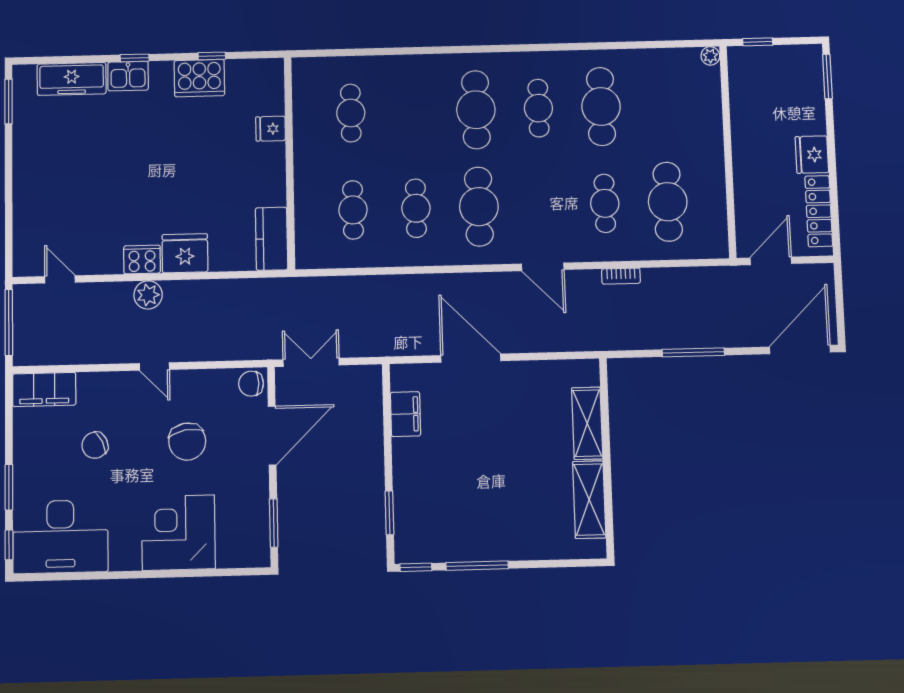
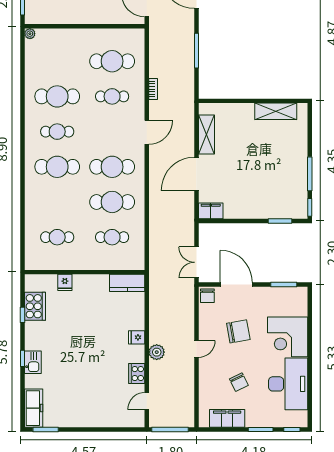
cooker: (199, 78) -> (35, 306), moved
freezer: (72, 79) -> (34, 408), moved
cafe table: (416, 208) -> (112, 202), width x1.37, depth x1.35
fridge: (185, 253) -> (137, 337), width x0.53, depth x0.75
cooker: (142, 259) -> (137, 374), moved
filing cabinet: (44, 389) -> (227, 418), moved, turned -90
filing cabinet: (405, 414) -> (211, 211), moved
shelving: (587, 423) -> (206, 134), moved, turned 90
desk: (60, 537) -> (288, 384), moved

